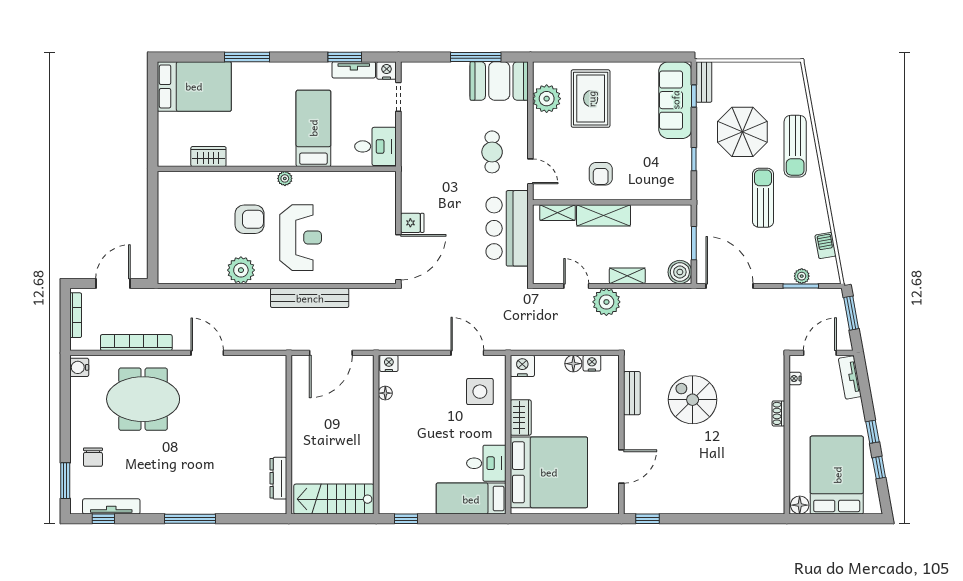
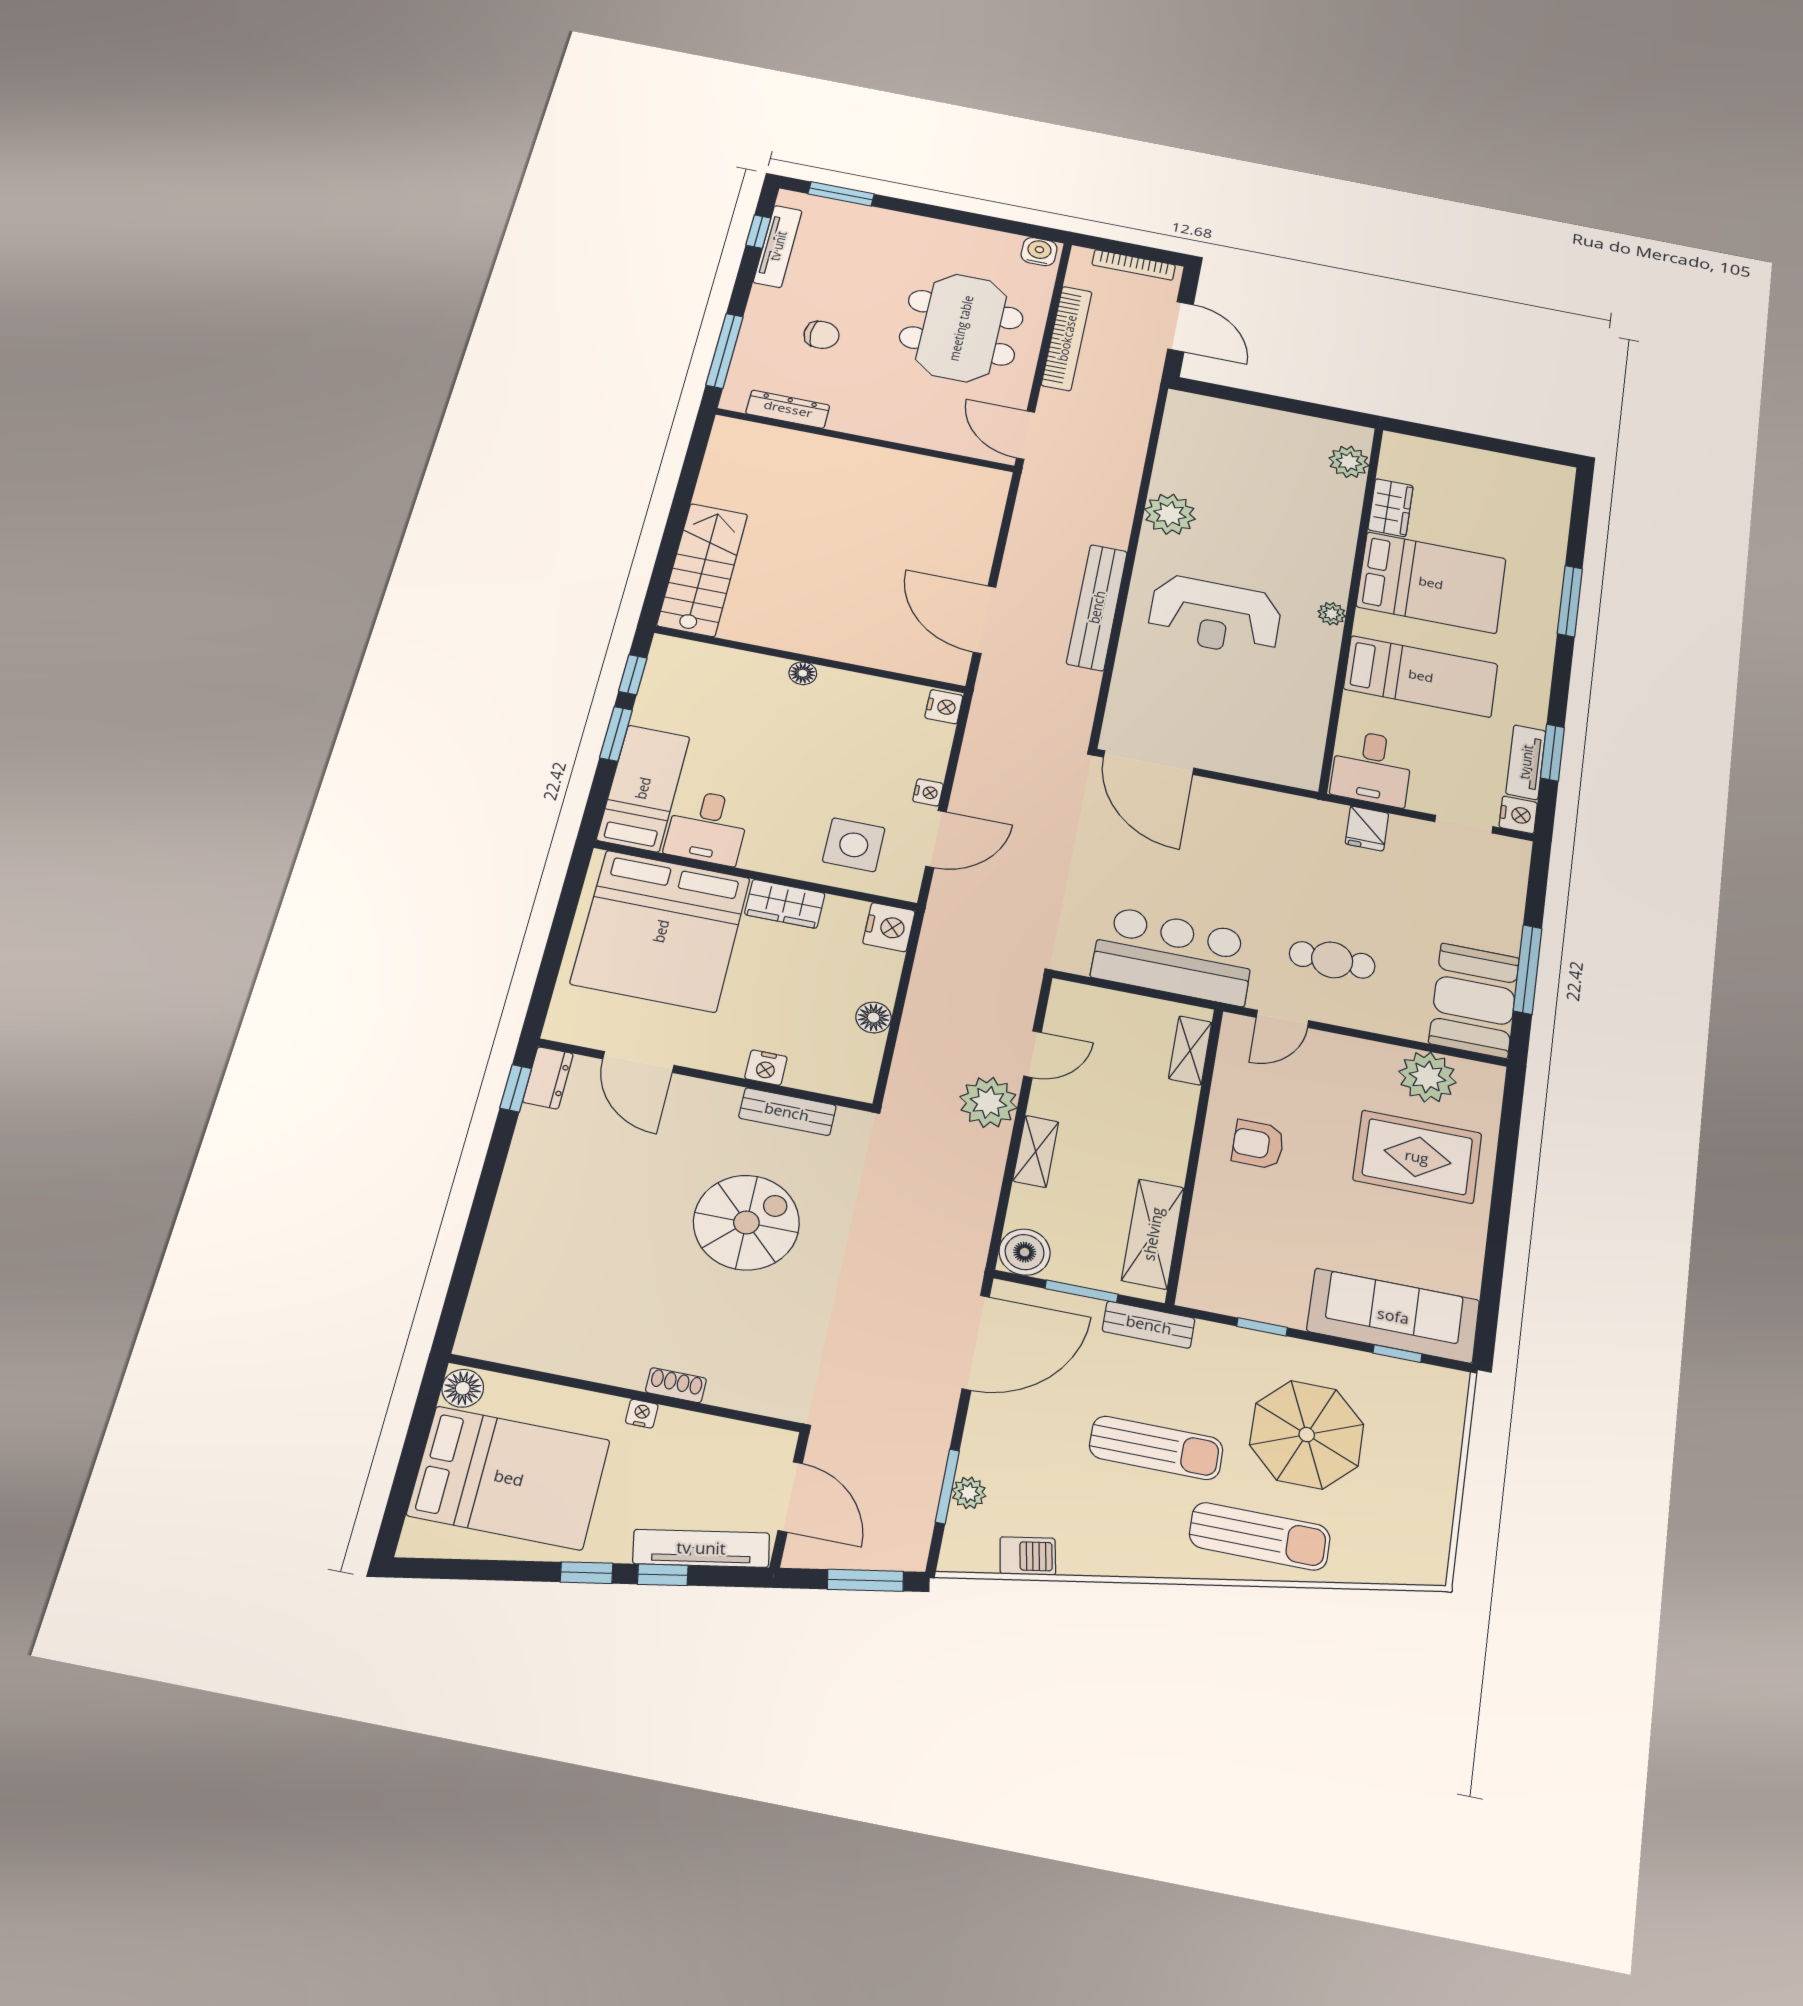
bench: (704, 82) -> (1149, 1325), moved
bed: (194, 86) -> (1431, 583), moved, turned -90
sun lounger: (795, 146) -> (1260, 1536), turned 180
plant: (183, 182) -> (1349, 462), added
shelving: (604, 215) -> (1153, 1234), moved
armchair: (250, 219) -> (1263, 546), removed
fridge: (412, 223) -> (1367, 829), moved
door: (207, 353) -> (1026, 435), swing flipped
nightstand: (441, 362) -> (928, 792), added
nightstand: (592, 363) -> (766, 1068), moved, turned 90
tv unit: (850, 377) -> (701, 1548), width x1.41
nightstand: (795, 379) -> (642, 1414), moved
floor lamp: (385, 393) -> (803, 673), moved
wall: (289, 435) -> (865, 440), moved
chair: (93, 457) -> (822, 335), moved, turned 180
window: (879, 468) -> (663, 1575), moved
dresser: (278, 478) -> (788, 409), moved
dresser: (639, 506) -> (548, 1078), added
window: (443, 519) -> (616, 734), added

